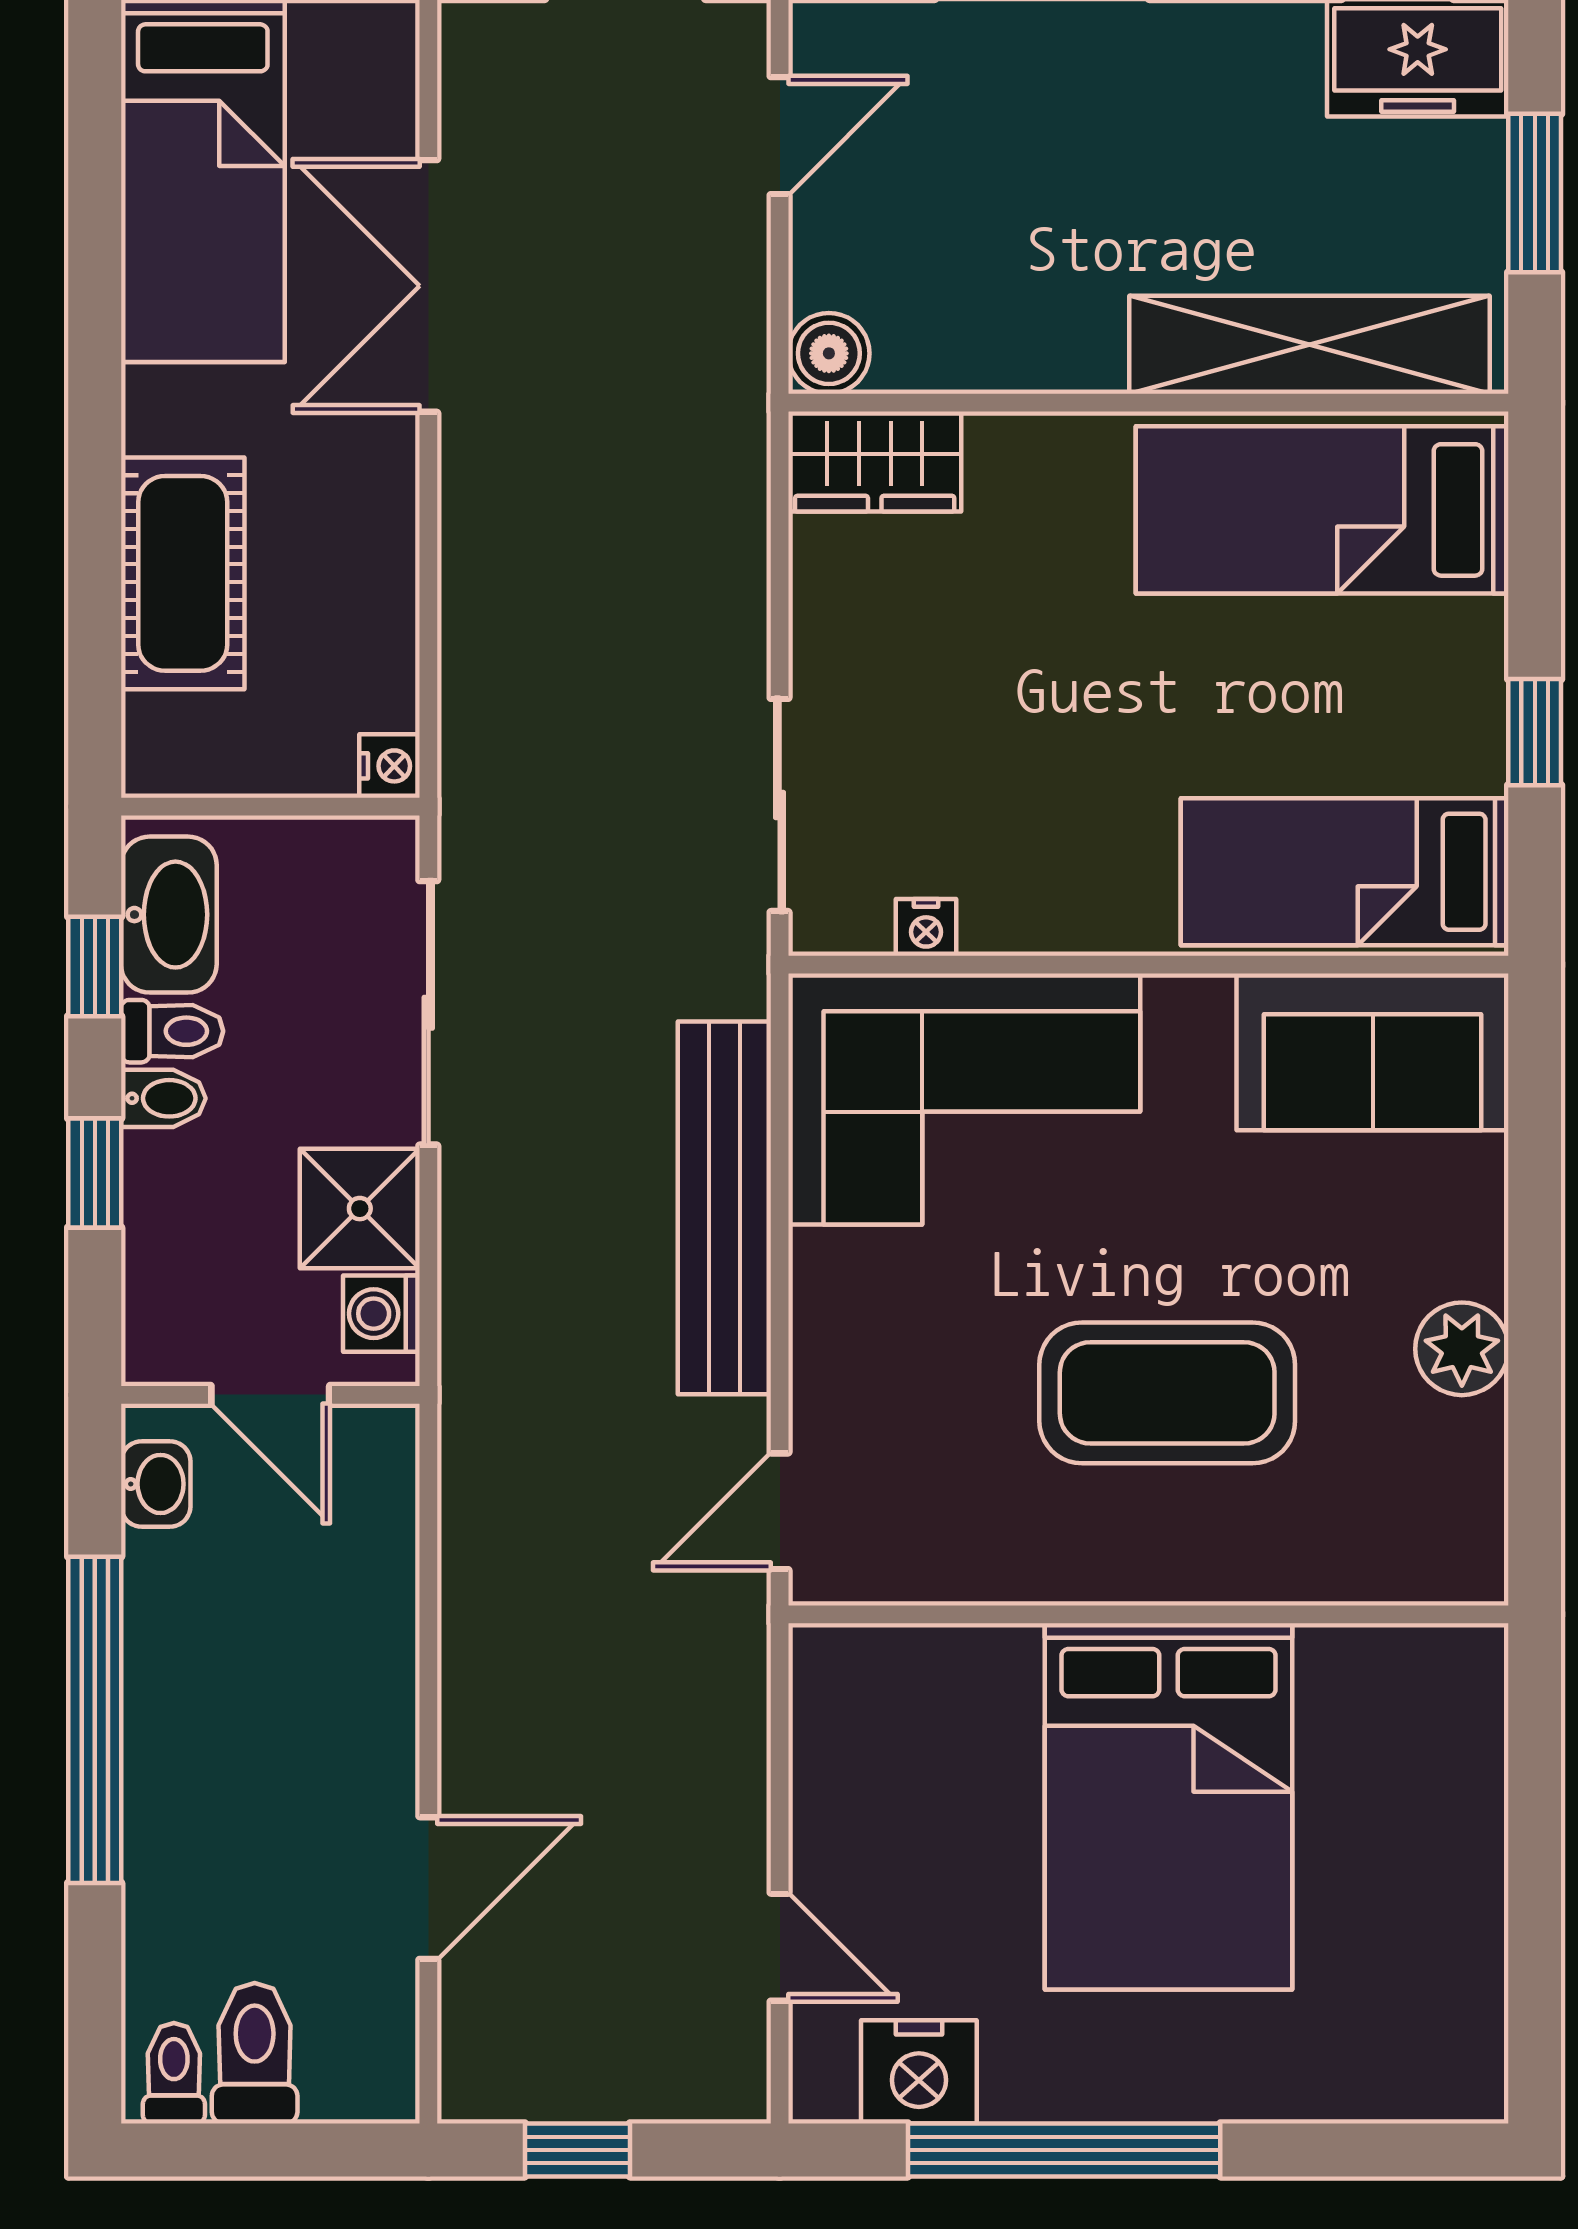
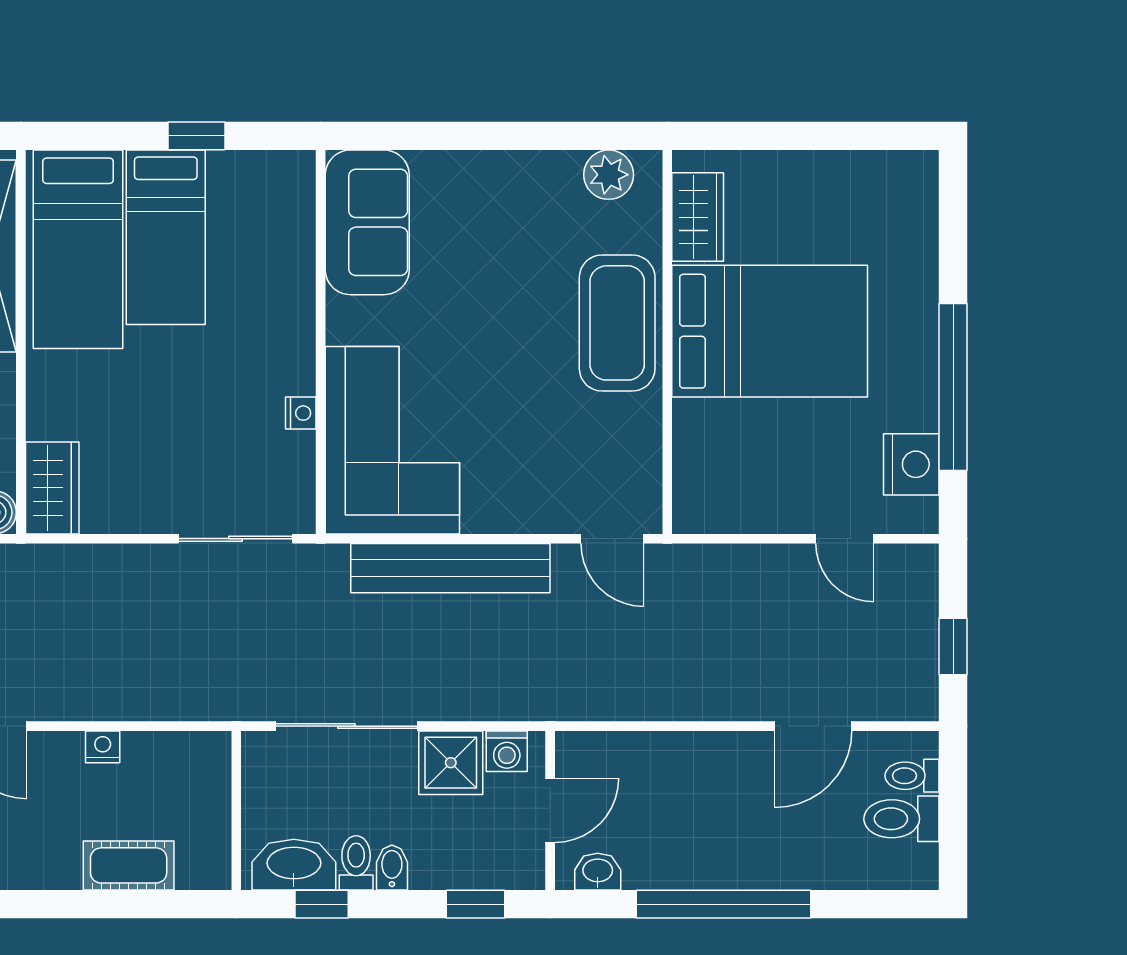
cot: (183, 573) -> (129, 865), width x0.73, depth x0.75
nightstand: (389, 766) -> (103, 747), moved
bed: (1345, 872) -> (166, 237), moved
nightstand: (926, 927) -> (301, 413), moved
window: (95, 1173) -> (475, 904), moved
plant: (1462, 1349) -> (609, 175), moved
coffee table: (1167, 1393) -> (617, 323), moved
wardrobe: (1382, 1671) -> (698, 217), added
door: (428, 1888) -> (813, 726), swing flipped
door: (780, 1947) -> (845, 539), swing flipped
toilet: (174, 2073) -> (912, 776), moved

